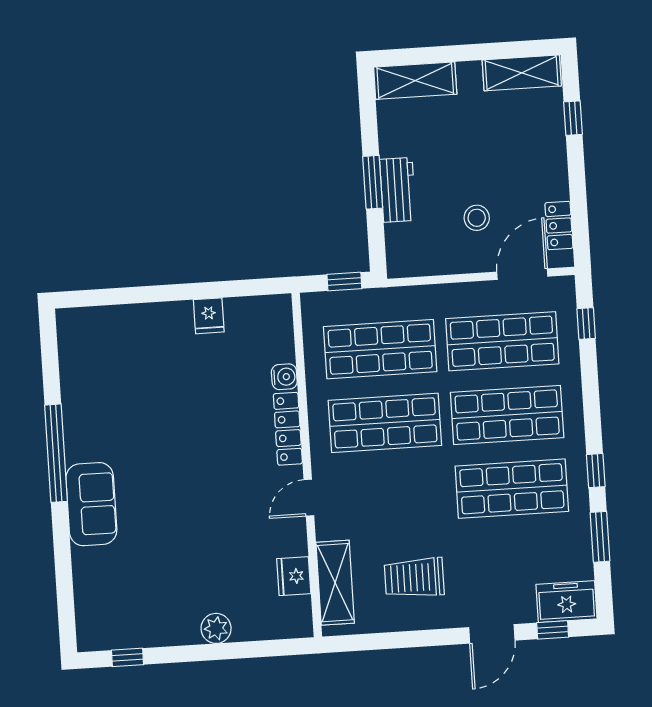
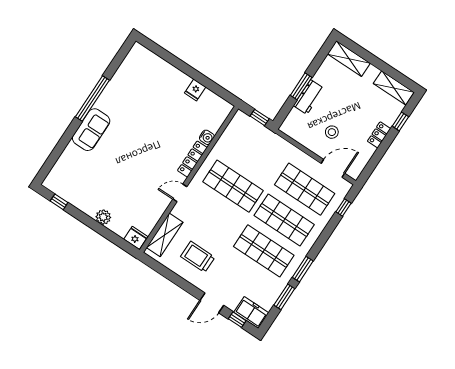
locker: (559, 226) -> (379, 135), moved
shop shelf: (380, 349) -> (253, 155), removed
window: (596, 471) -> (303, 269), width x1.50
fridge: (294, 576) -> (136, 238), moved, turned 90

